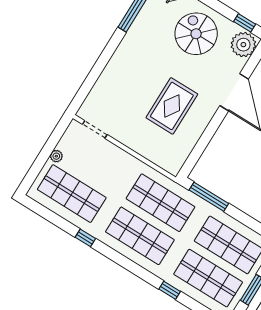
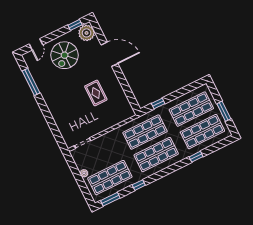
spiral stairs: (196, 34) -> (65, 55), turned -90
rug: (172, 106) -> (96, 93), width x0.73, depth x0.70
window: (209, 197) -> (158, 104), width x0.46
window: (44, 212) -> (110, 199), added

